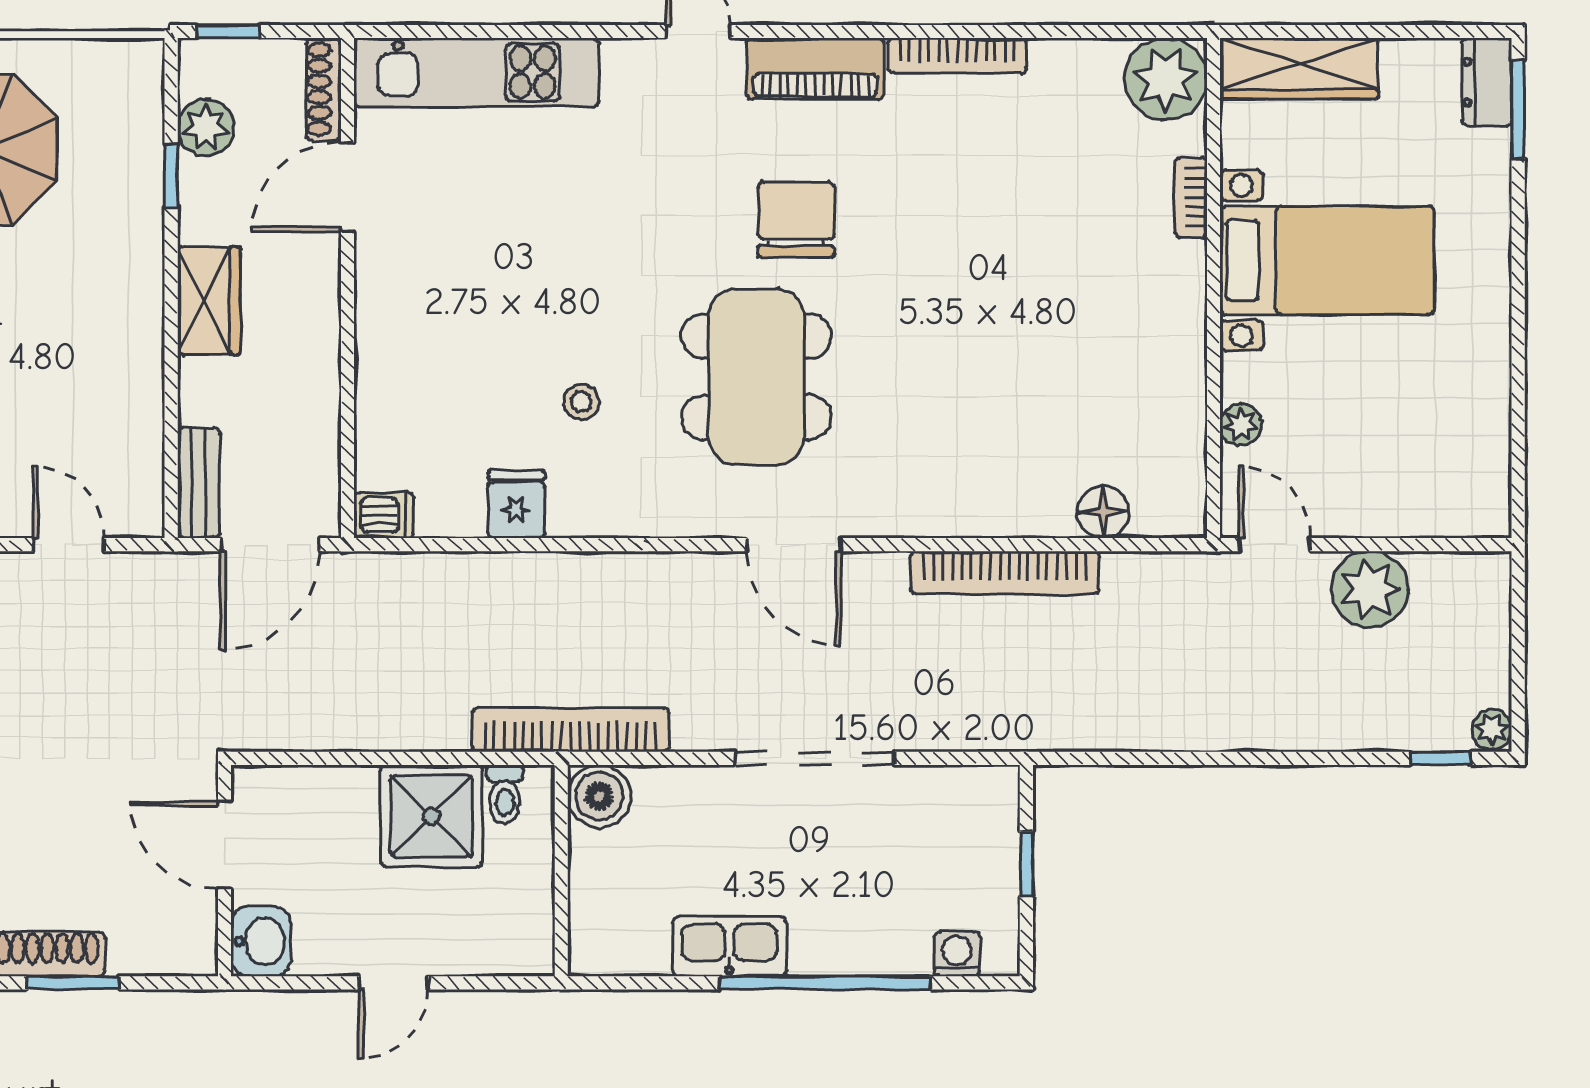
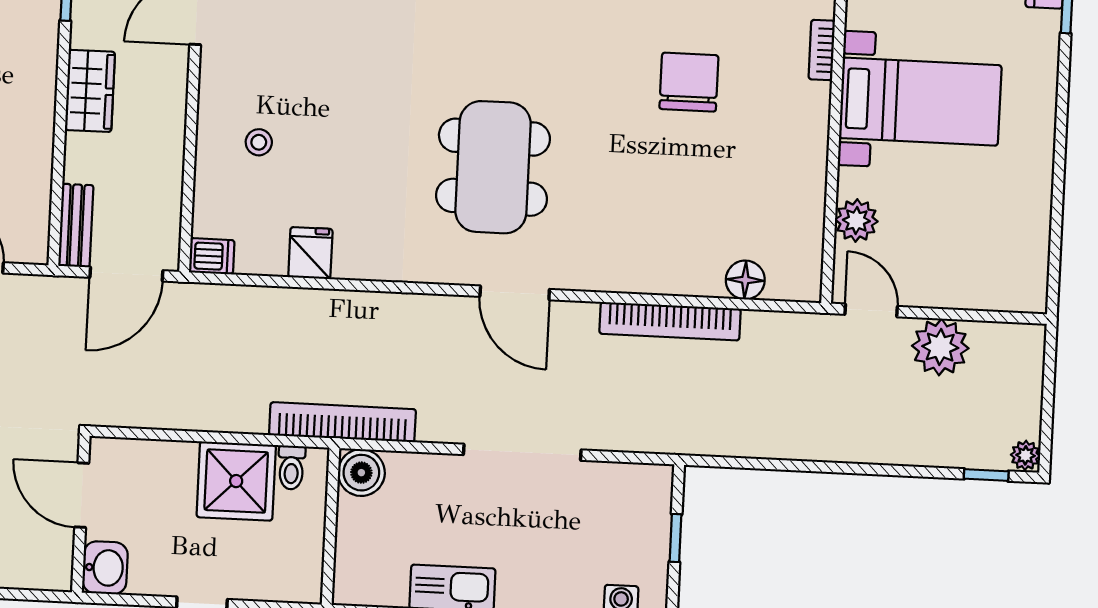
chair: (796, 220) -> (689, 82), moved
stool: (581, 402) -> (259, 142), moved
plant: (1241, 425) -> (856, 220), width x1.38, depth x1.38

